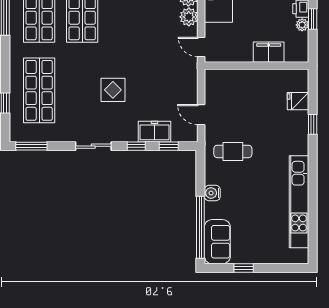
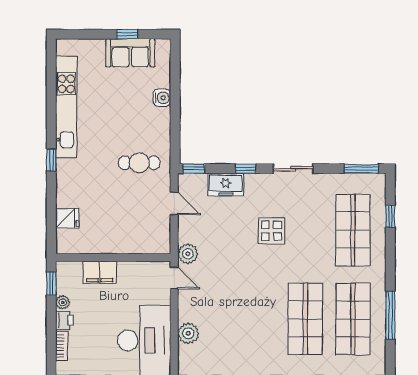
plant: (189, 17) -> (188, 254), moved
window: (313, 19) -> (51, 283), moved
window: (313, 124) -> (51, 160), moved
window: (169, 146) -> (194, 169), moved
water cooler: (212, 193) -> (162, 98), moved
window: (200, 227) -> (175, 79), removed
sofa: (217, 242) -> (130, 53), moved, turned -90

